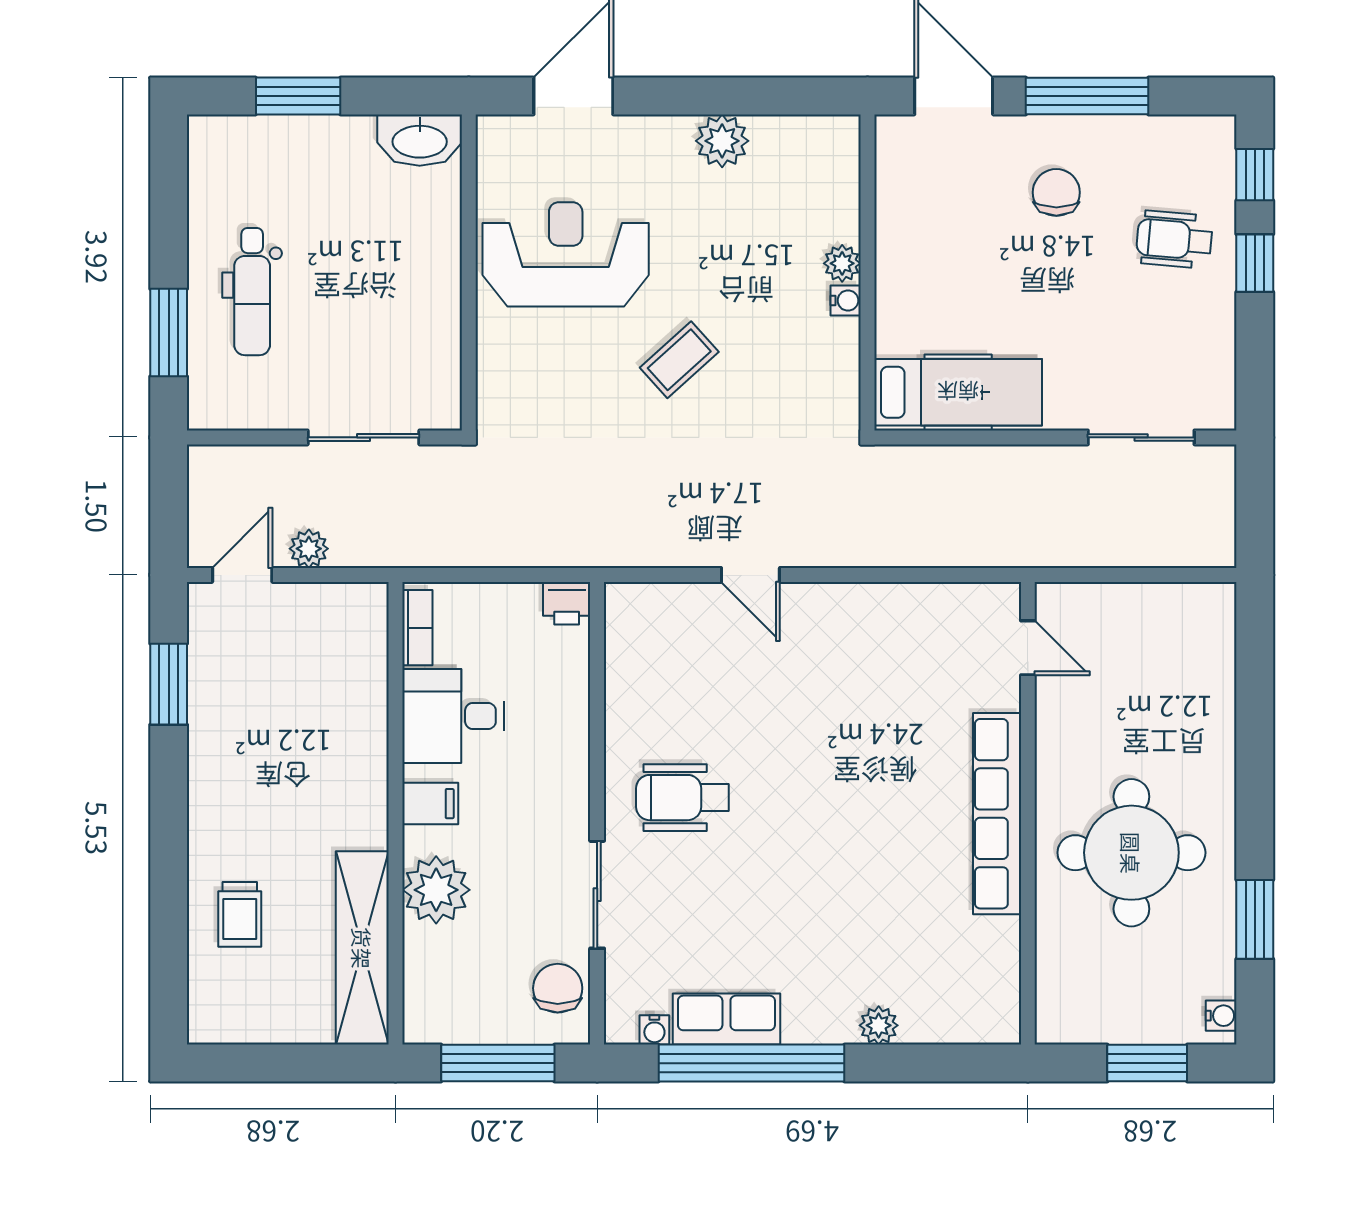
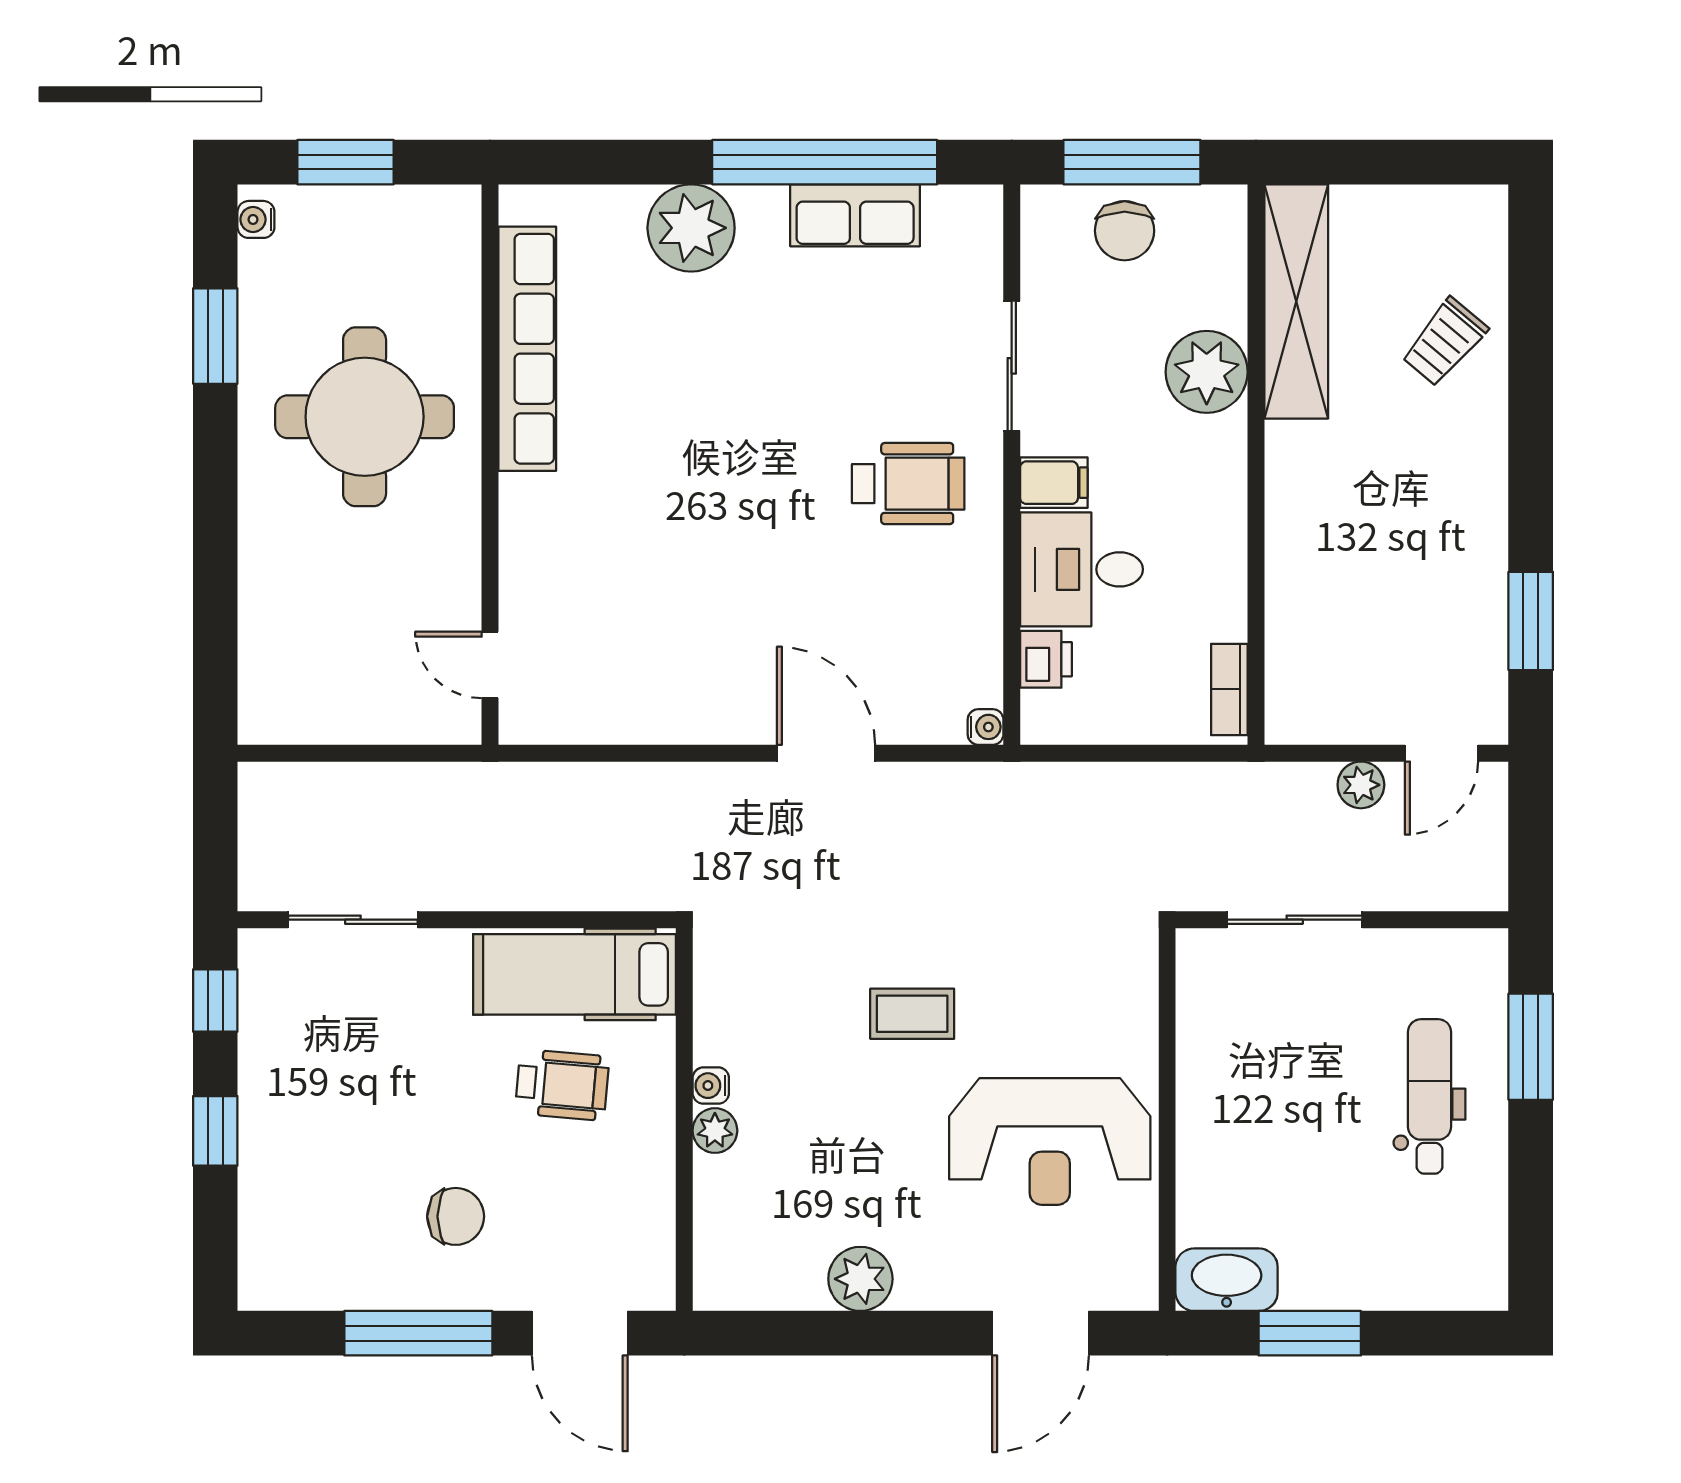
window: (298, 96) -> (1310, 1333), moved
window: (1255, 175) -> (215, 1000), moved
chair: (1056, 192) -> (456, 1216), turned -90
wheelchair: (1174, 239) -> (562, 1085), moved
coffee table: (679, 360) -> (912, 1014), turned 42
door: (750, 575) -> (826, 753), width x1.38
printer: (567, 603) -> (1046, 659), moved, turned 90
desk: (453, 716) -> (1082, 569), moved, turned 180
filing cabinet: (430, 804) -> (1054, 483), moved, turned 180
row of seats: (997, 814) -> (527, 349), moved
trolley: (240, 914) -> (1445, 342), turned -140
chair: (558, 988) -> (1125, 231), moved
plant: (879, 1025) -> (691, 228), width x1.88, depth x1.88
water cooler: (654, 1030) -> (986, 727), moved, turned 90

